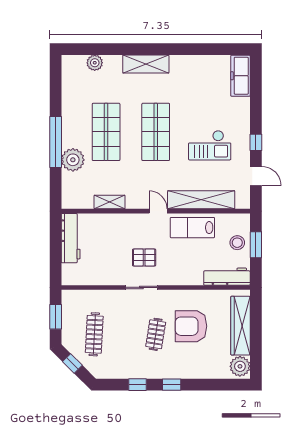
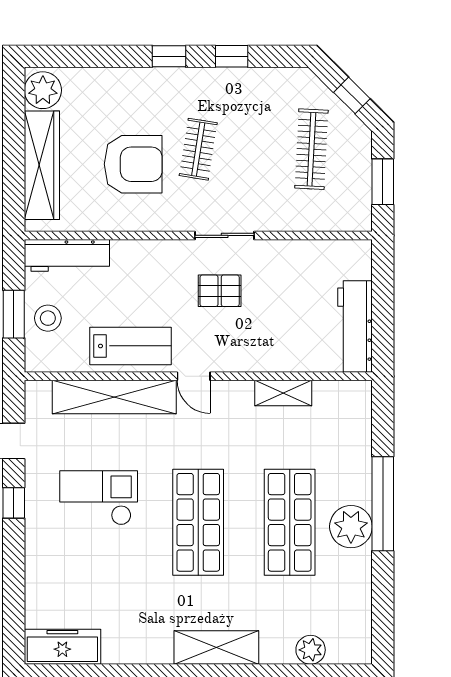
freezer: (240, 76) -> (62, 647), moved, turned -90
plant: (73, 160) -> (351, 527), moved

